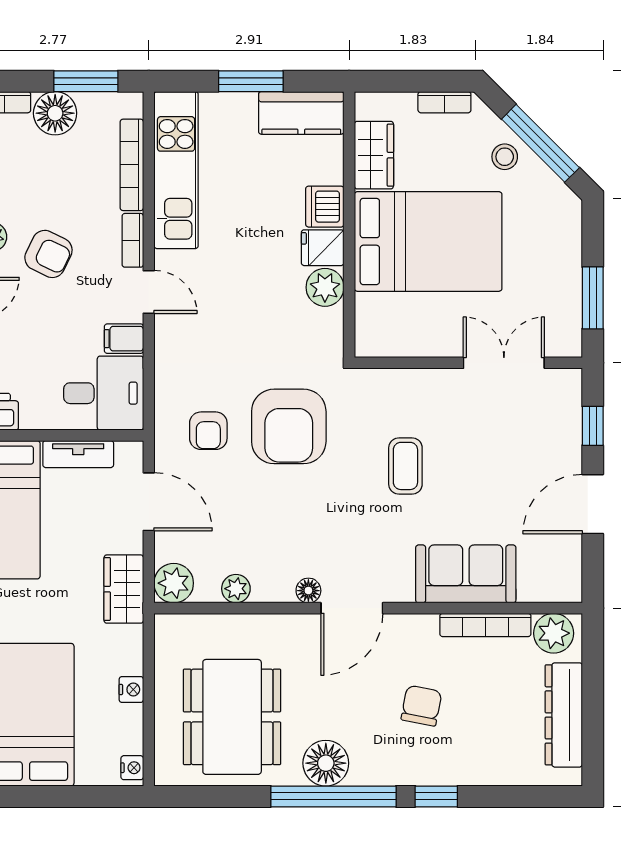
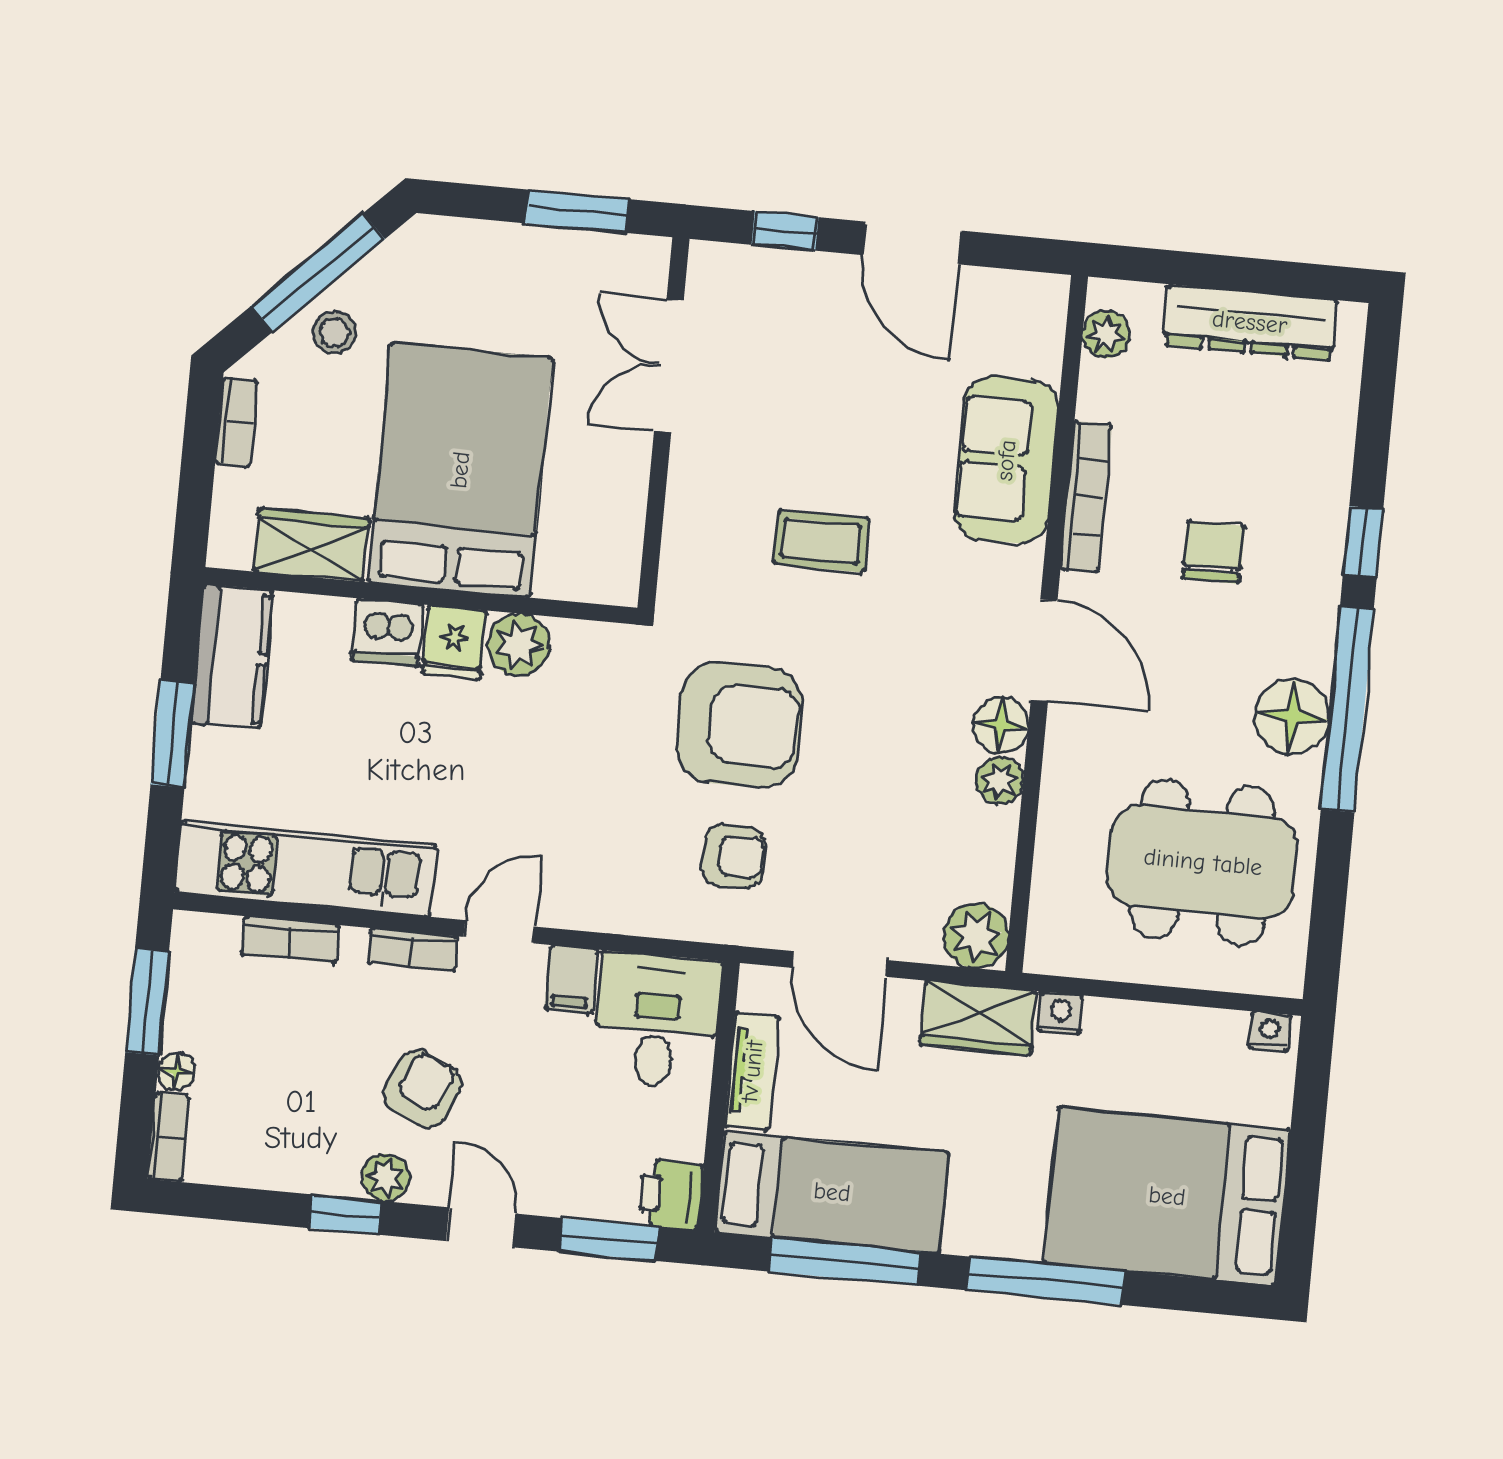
floor lamp: (55, 113) -> (176, 1071), width x0.53, depth x0.53
bookcase: (132, 165) -> (290, 940), width x0.64
door: (149, 502) -> (840, 964), swing flipped
plant: (236, 589) -> (1000, 781), moved
floor lamp: (308, 591) -> (1001, 725), width x1.37, depth x1.37
bookcase: (485, 625) -> (1086, 497), moved
plant: (554, 633) -> (1106, 334), width x0.73, depth x0.73
nightstand: (131, 689) -> (1060, 1013), moved
chair: (421, 706) -> (1213, 552), turned 79

